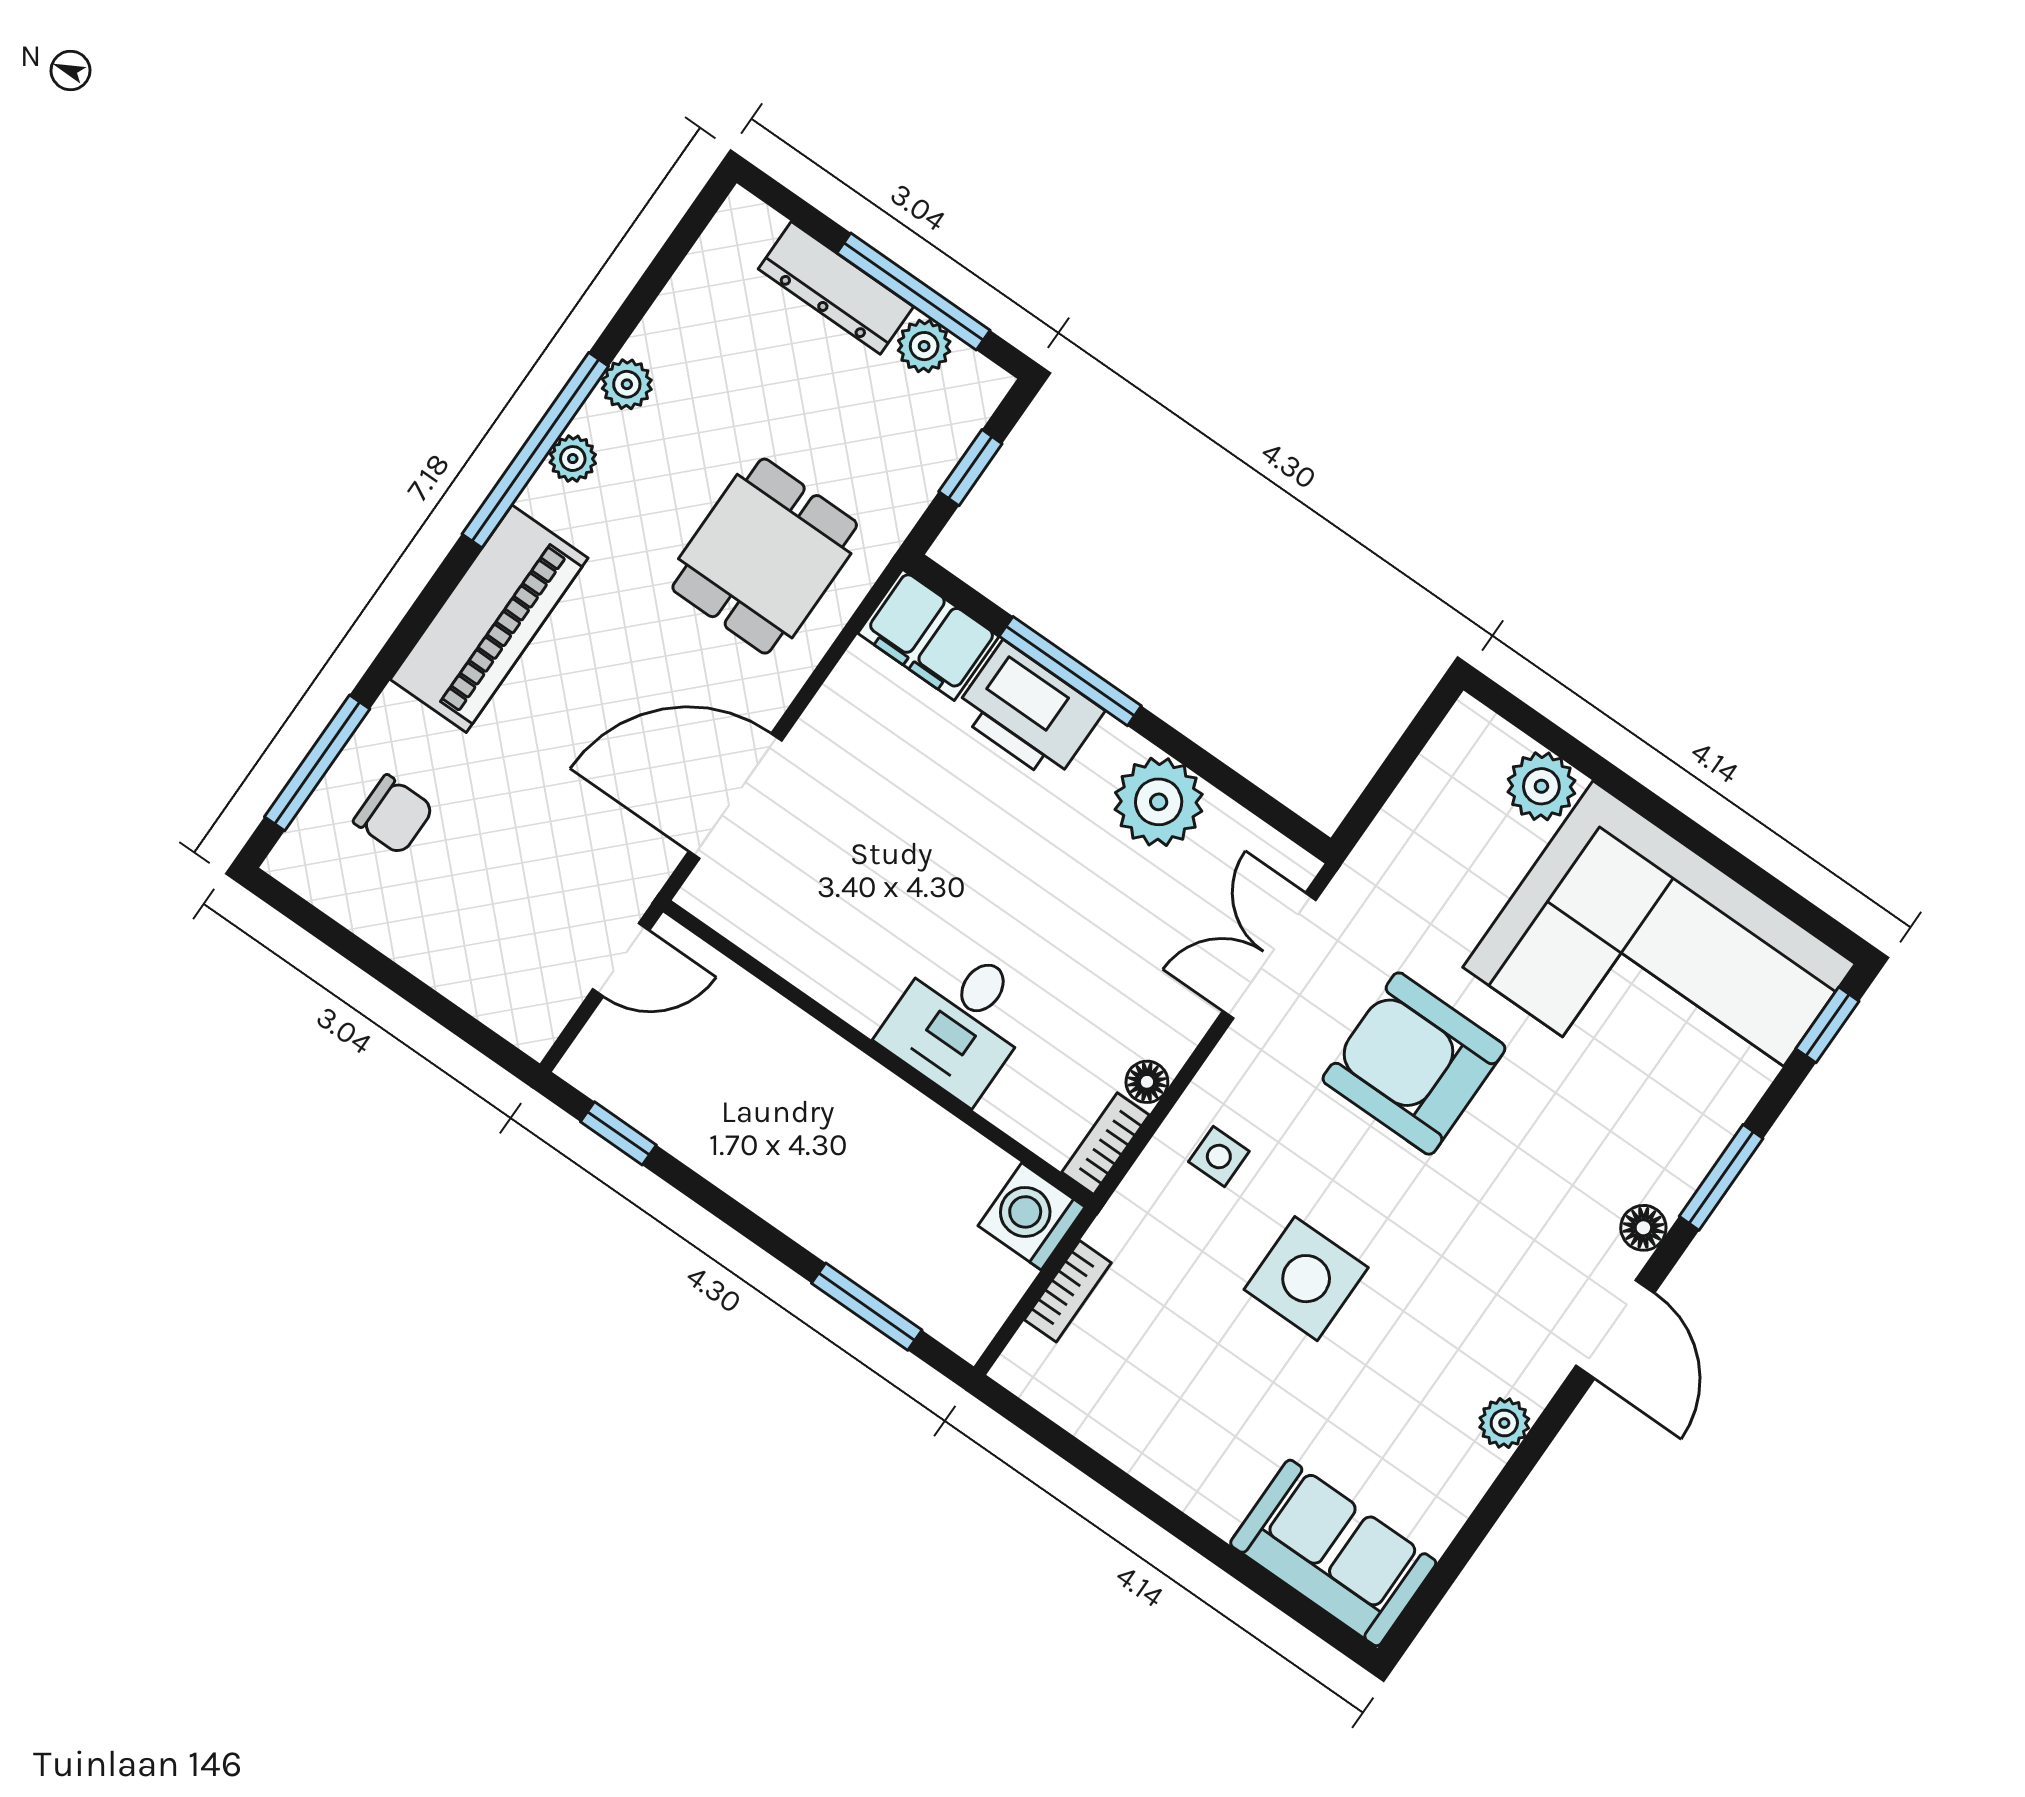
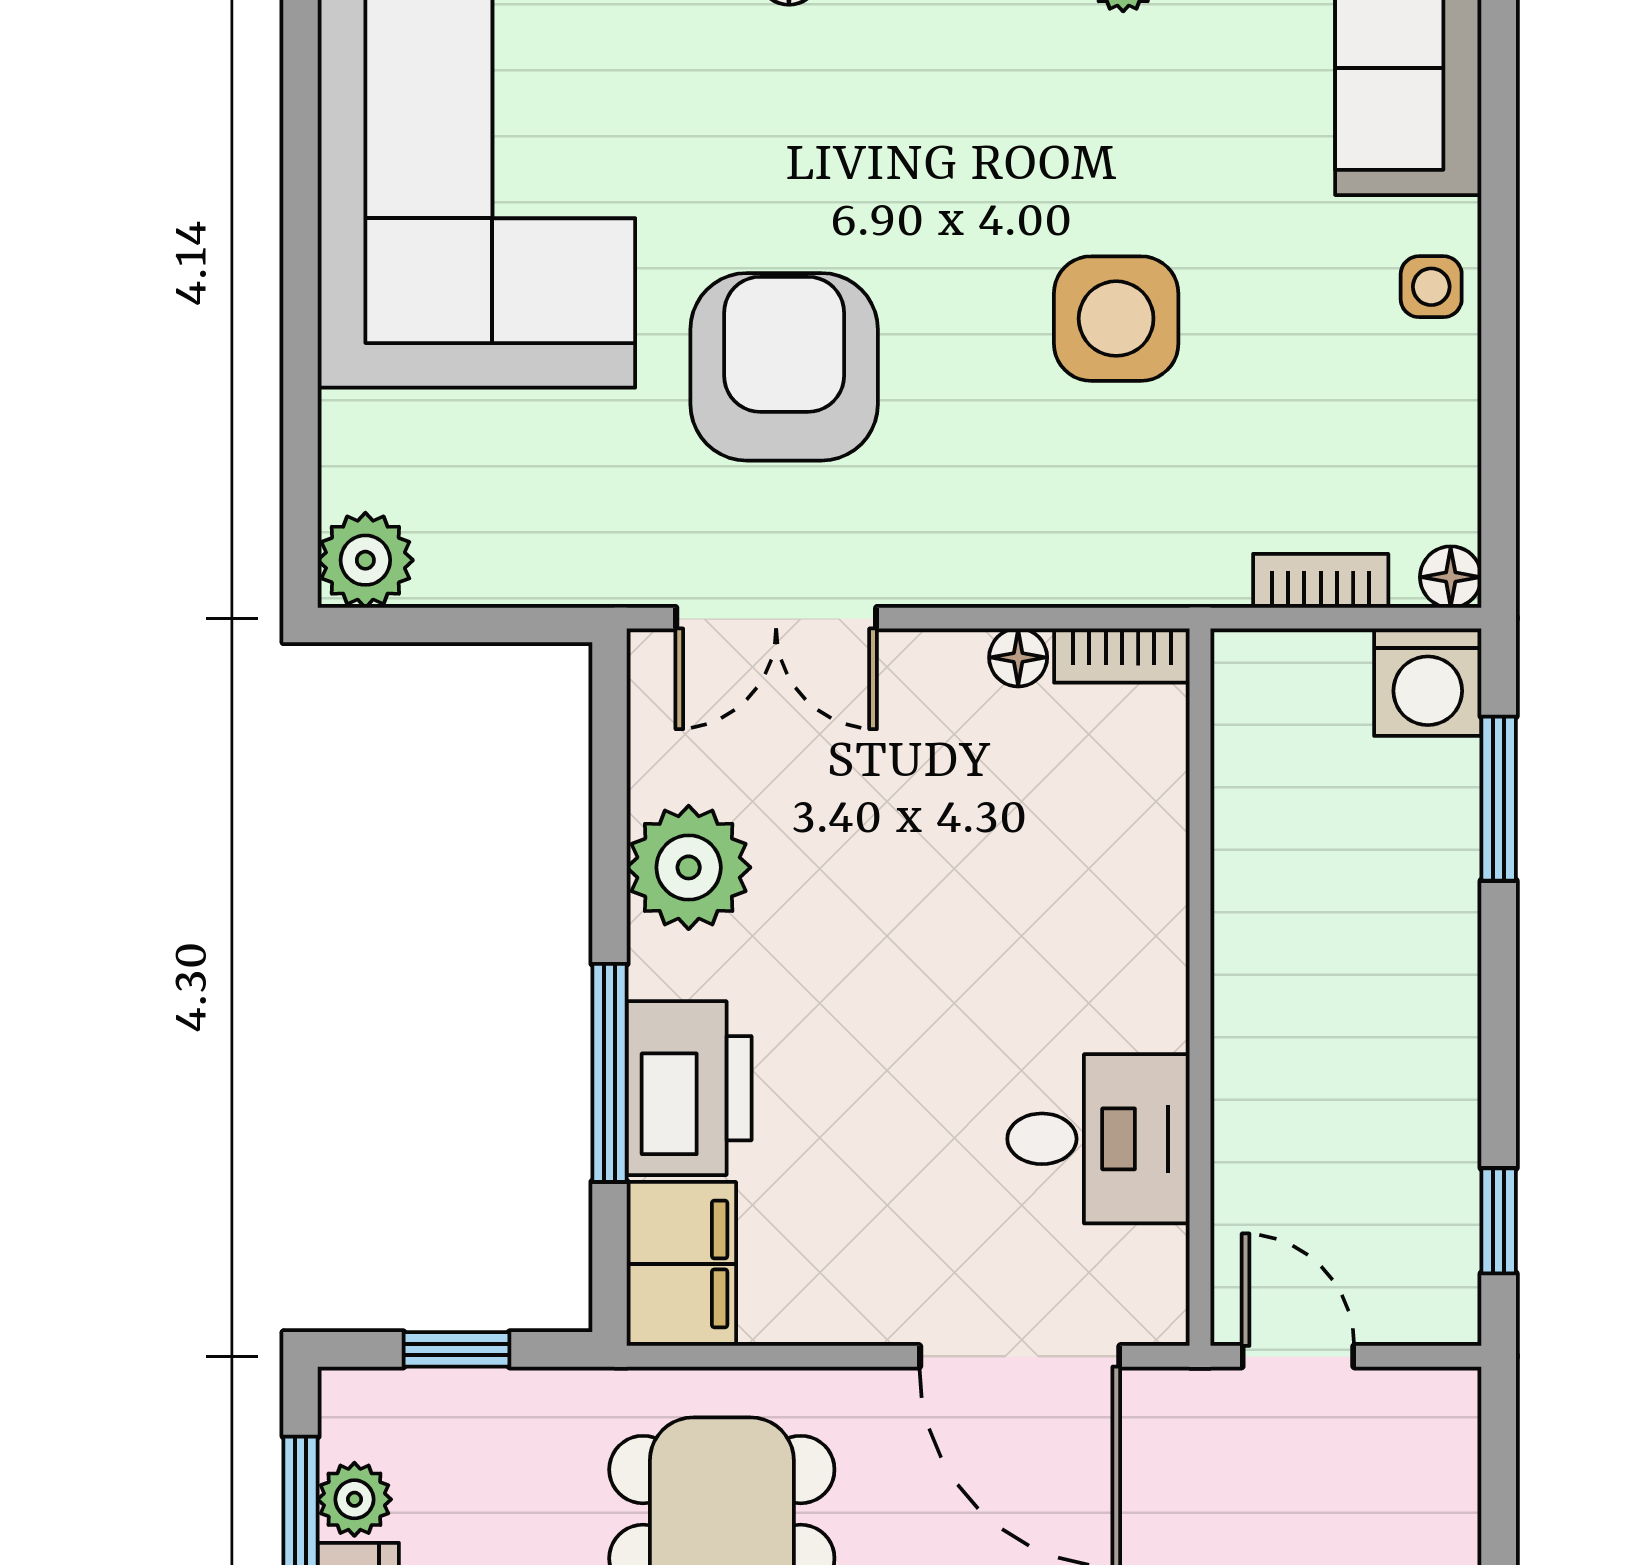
plant: (1541, 786) -> (365, 560), moved
desk: (959, 1021) -> (1098, 1139), moved
armchair: (1414, 1064) -> (784, 367), turned 180
side table: (1219, 1157) -> (1431, 287), moved
washing machine: (1032, 1216) -> (1428, 682), moved
floor lamp: (1017, 1369) -> (1451, 577), added

